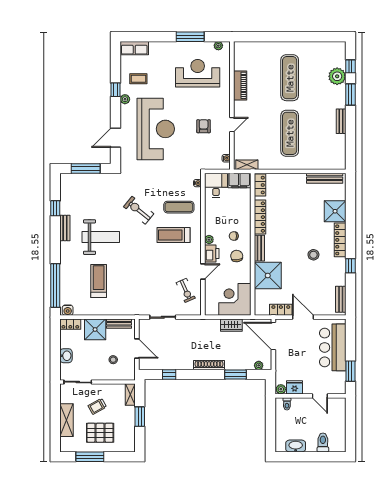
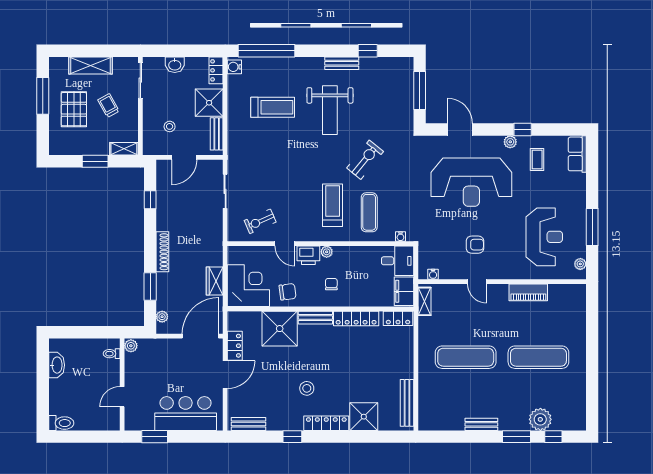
chair: (237, 256) -> (288, 292), moved
fridge: (295, 387) -> (133, 364), removed
toilet: (323, 442) -> (61, 423), moved

